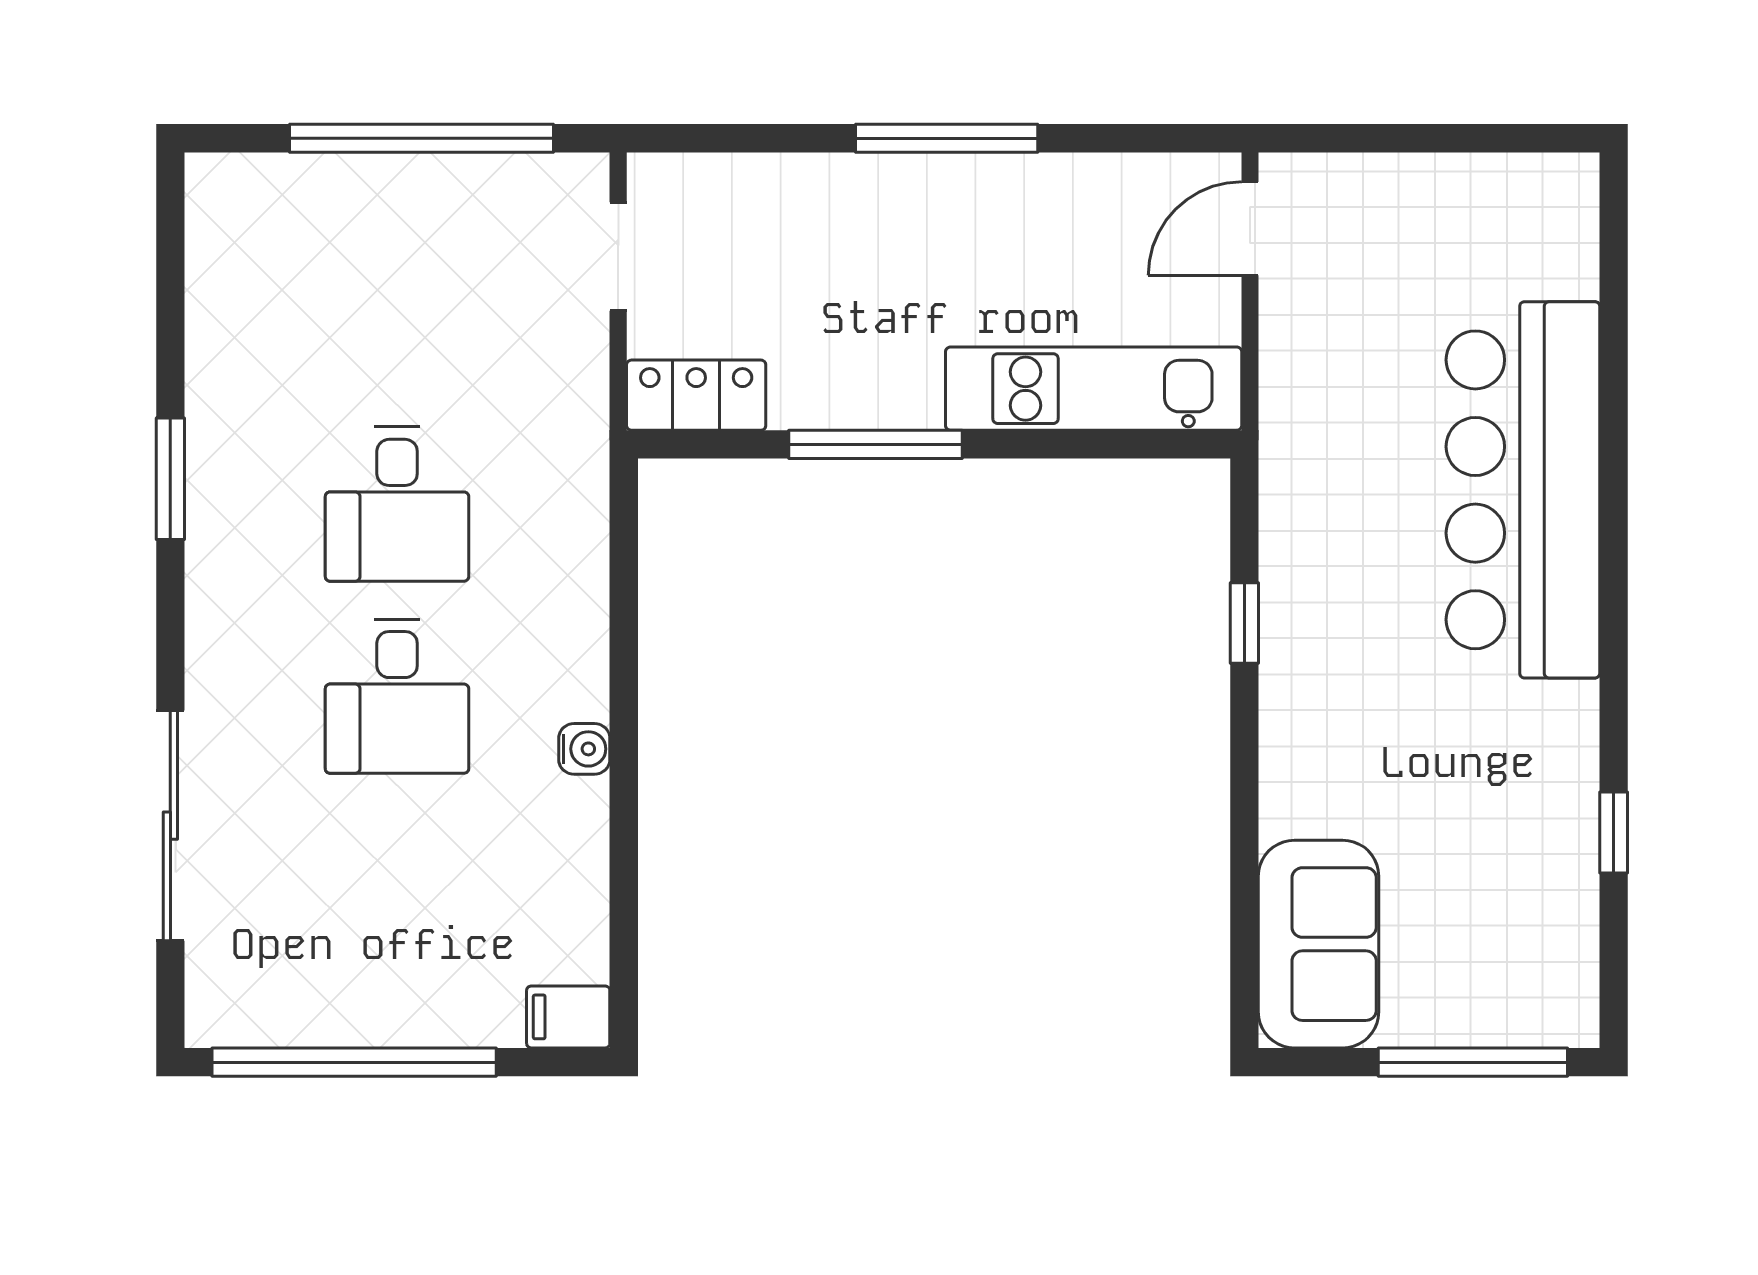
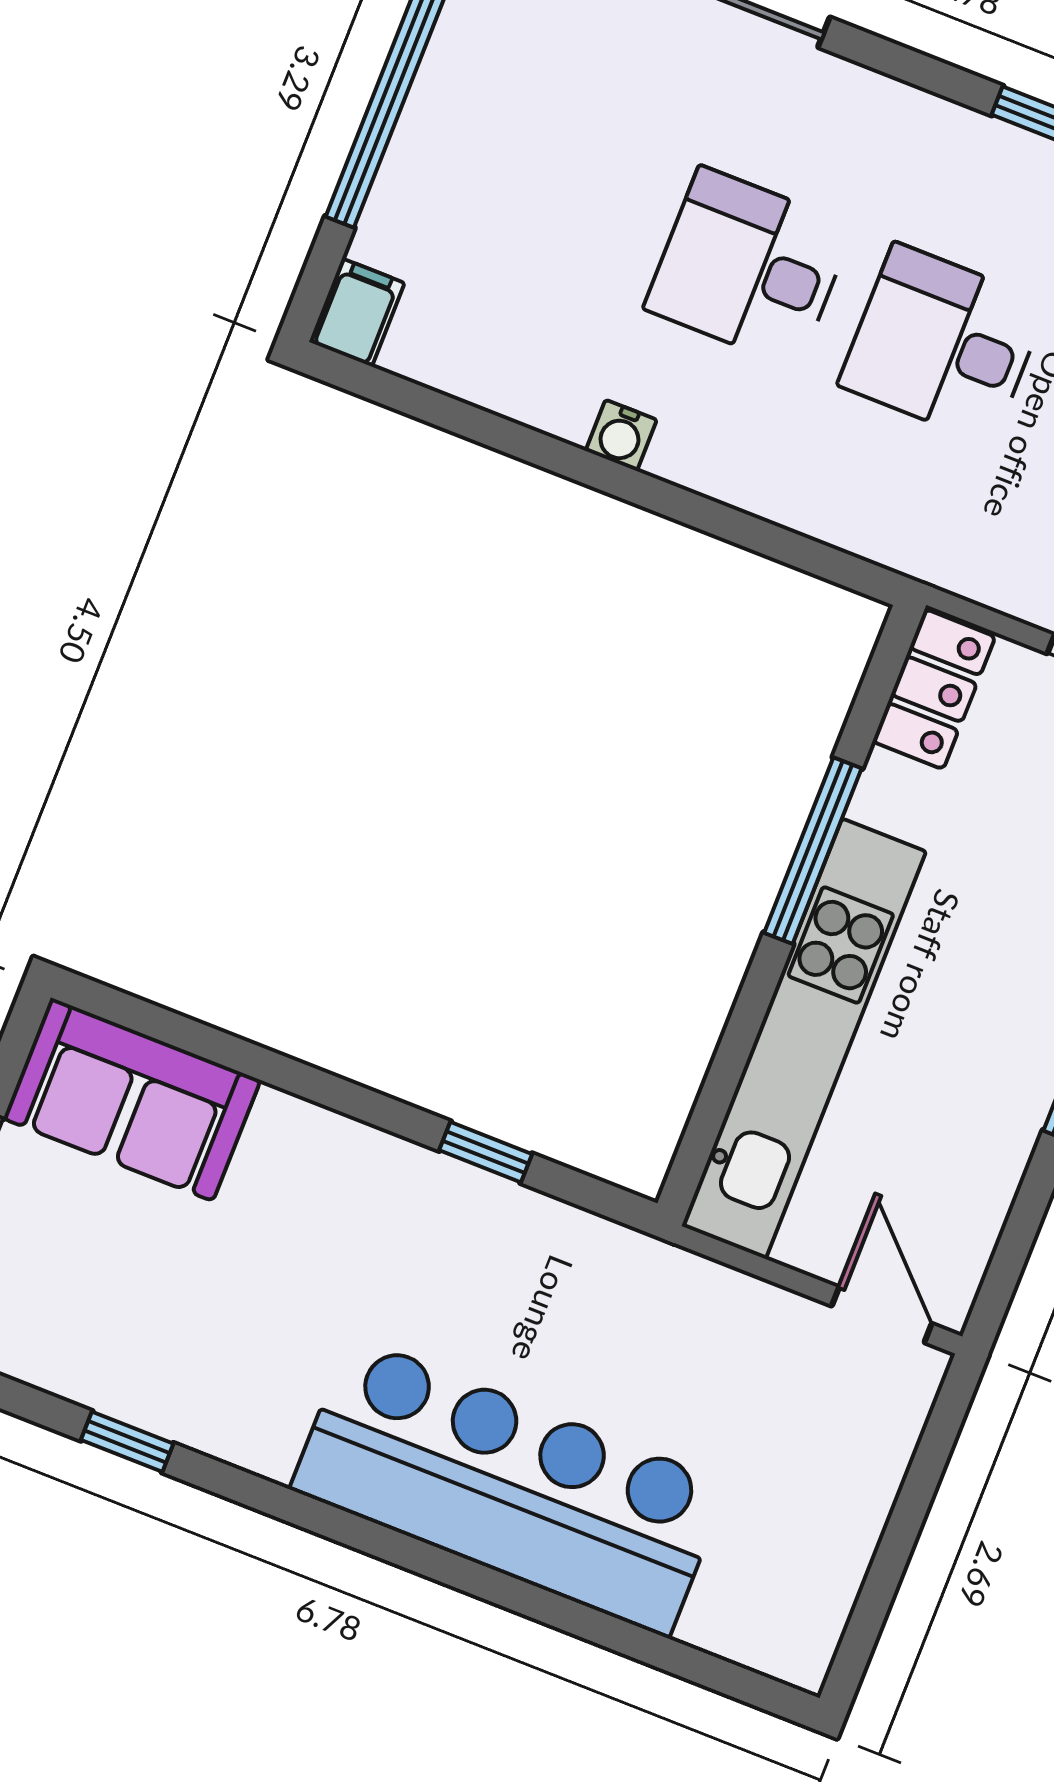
kitchen unit: (1094, 389) -> (804, 1039), width x1.36

